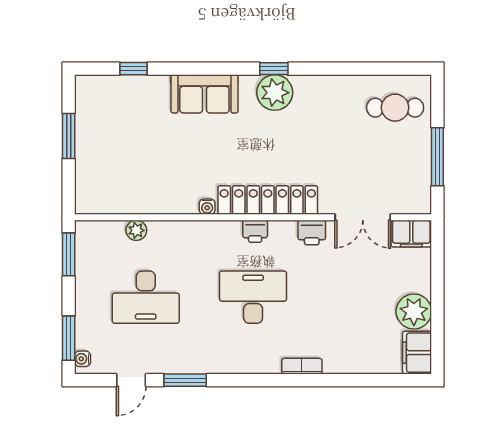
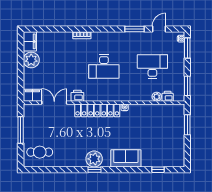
window: (69, 136) -> (187, 125), moved
printer: (255, 231) -> (168, 96), moved

